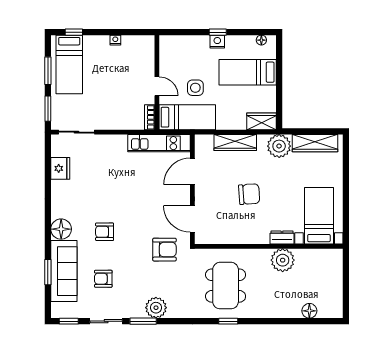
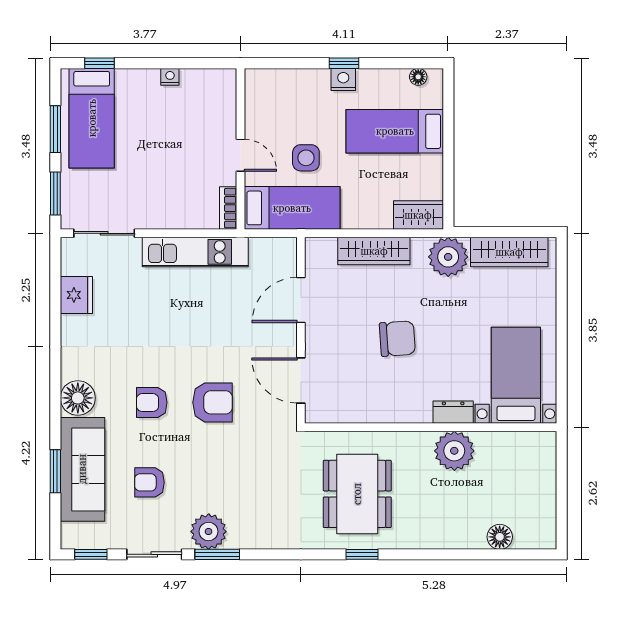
kitchen unit: (159, 143) -> (195, 252), moved
armchair: (164, 250) -> (213, 402), moved
plant: (156, 308) -> (209, 532), moved

